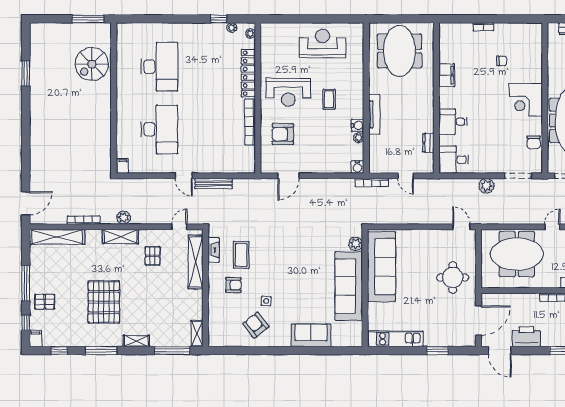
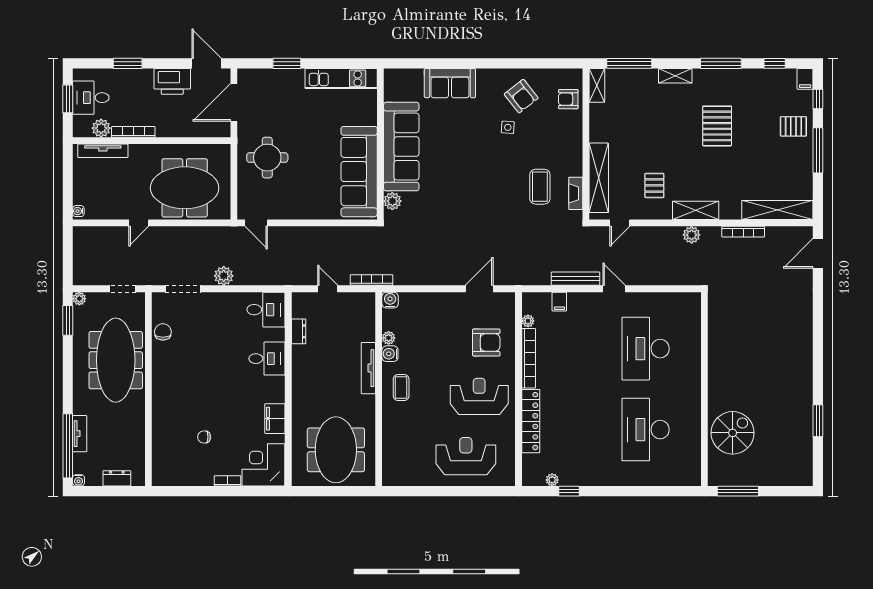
plant: (251, 33) -> (528, 321), moved
reception desk: (323, 44) -> (466, 456), moved, turned 180
coffee table: (329, 99) -> (401, 388), moved
corner desk: (526, 100) -> (263, 465), moved, turned -90
filing cabinet: (123, 166) -> (559, 302), moved
armchair: (233, 285) -> (568, 99), moved
pallet: (104, 302) -> (717, 126), width x0.73, depth x0.71

